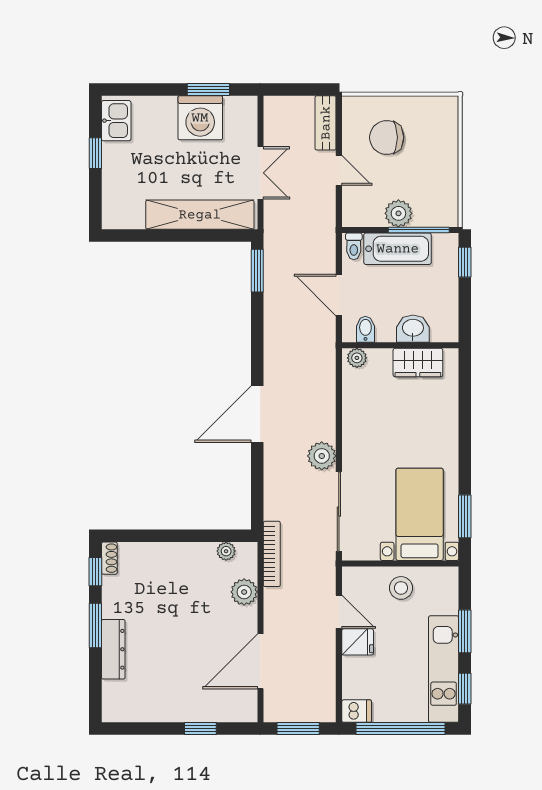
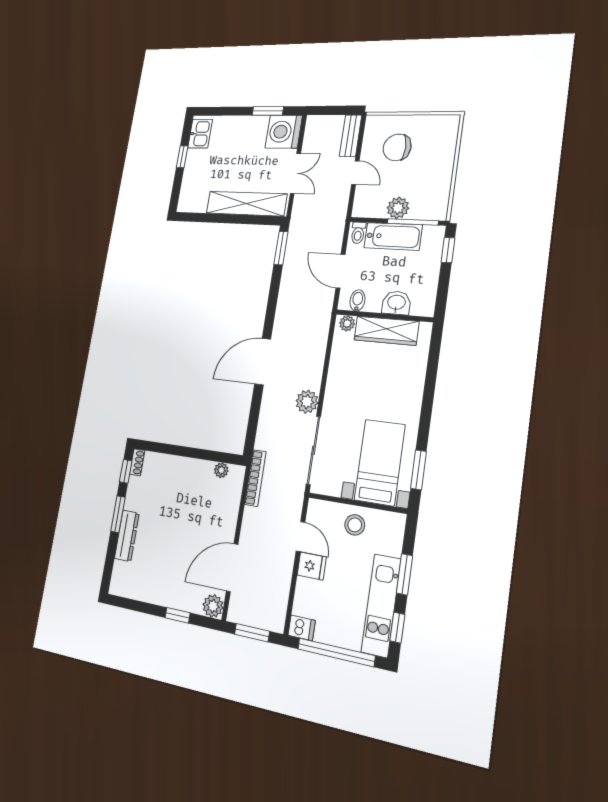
washing machine: (200, 118) -> (284, 132), moved, turned 90
wardrobe: (418, 363) -> (386, 331), width x1.50
plant: (244, 592) -> (213, 606), moved

